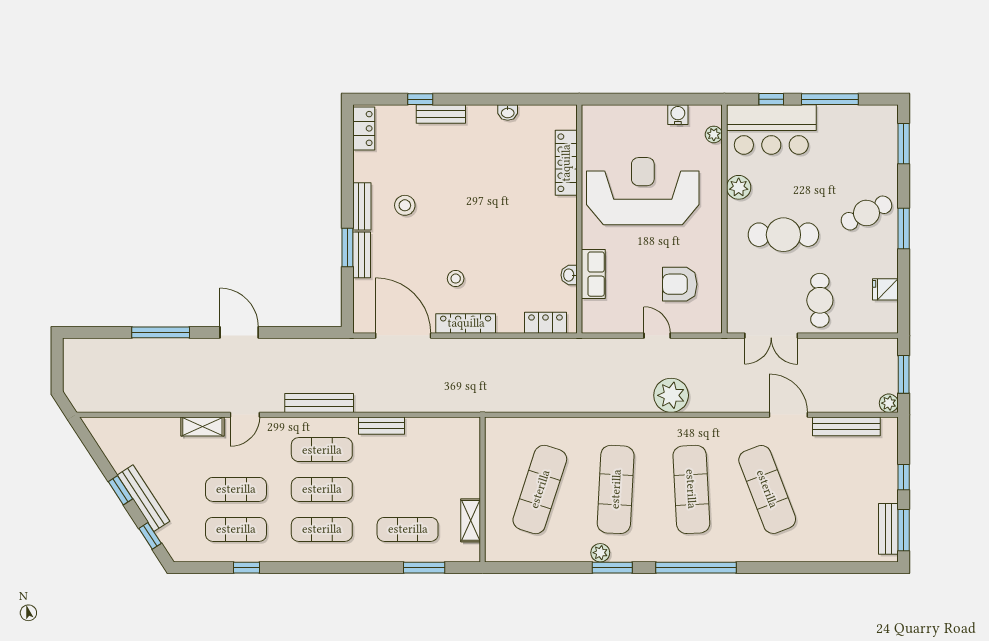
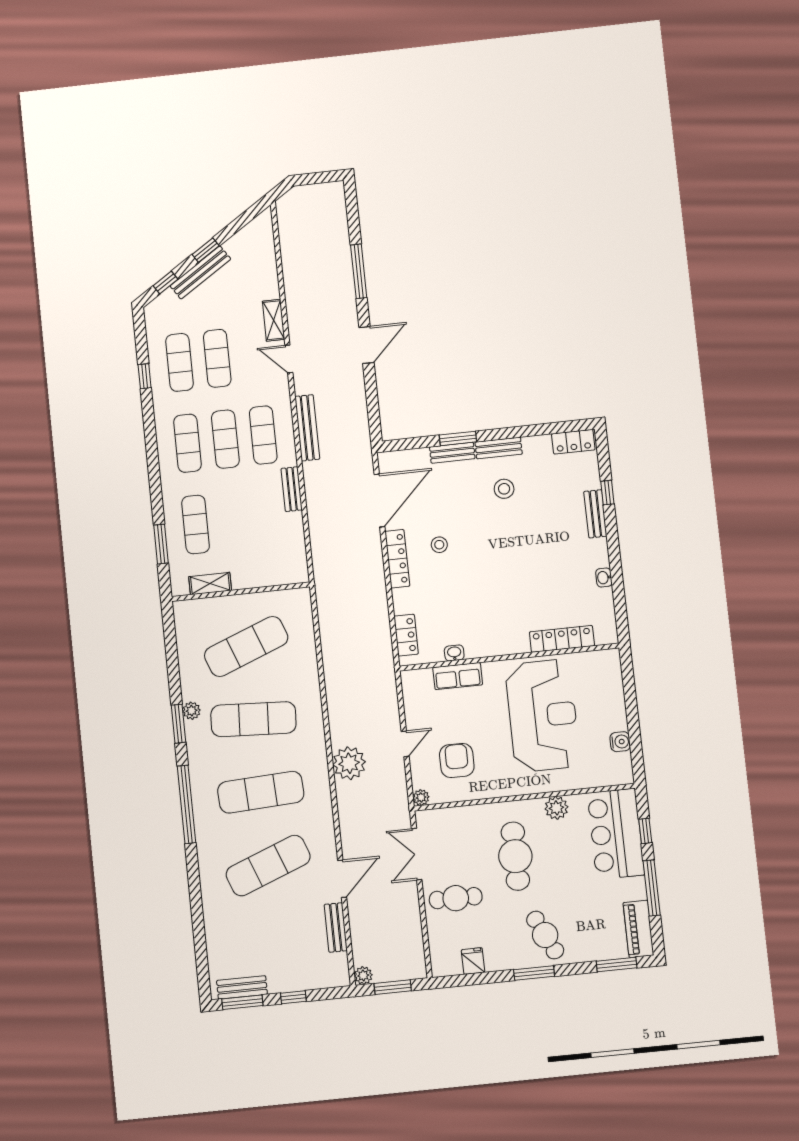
piano: (870, 117) -> (638, 929), added
plant: (714, 134) -> (421, 797), moved
bench: (846, 426) -> (336, 928), width x0.73
exercise mat: (540, 489) -> (246, 646), turned -39

